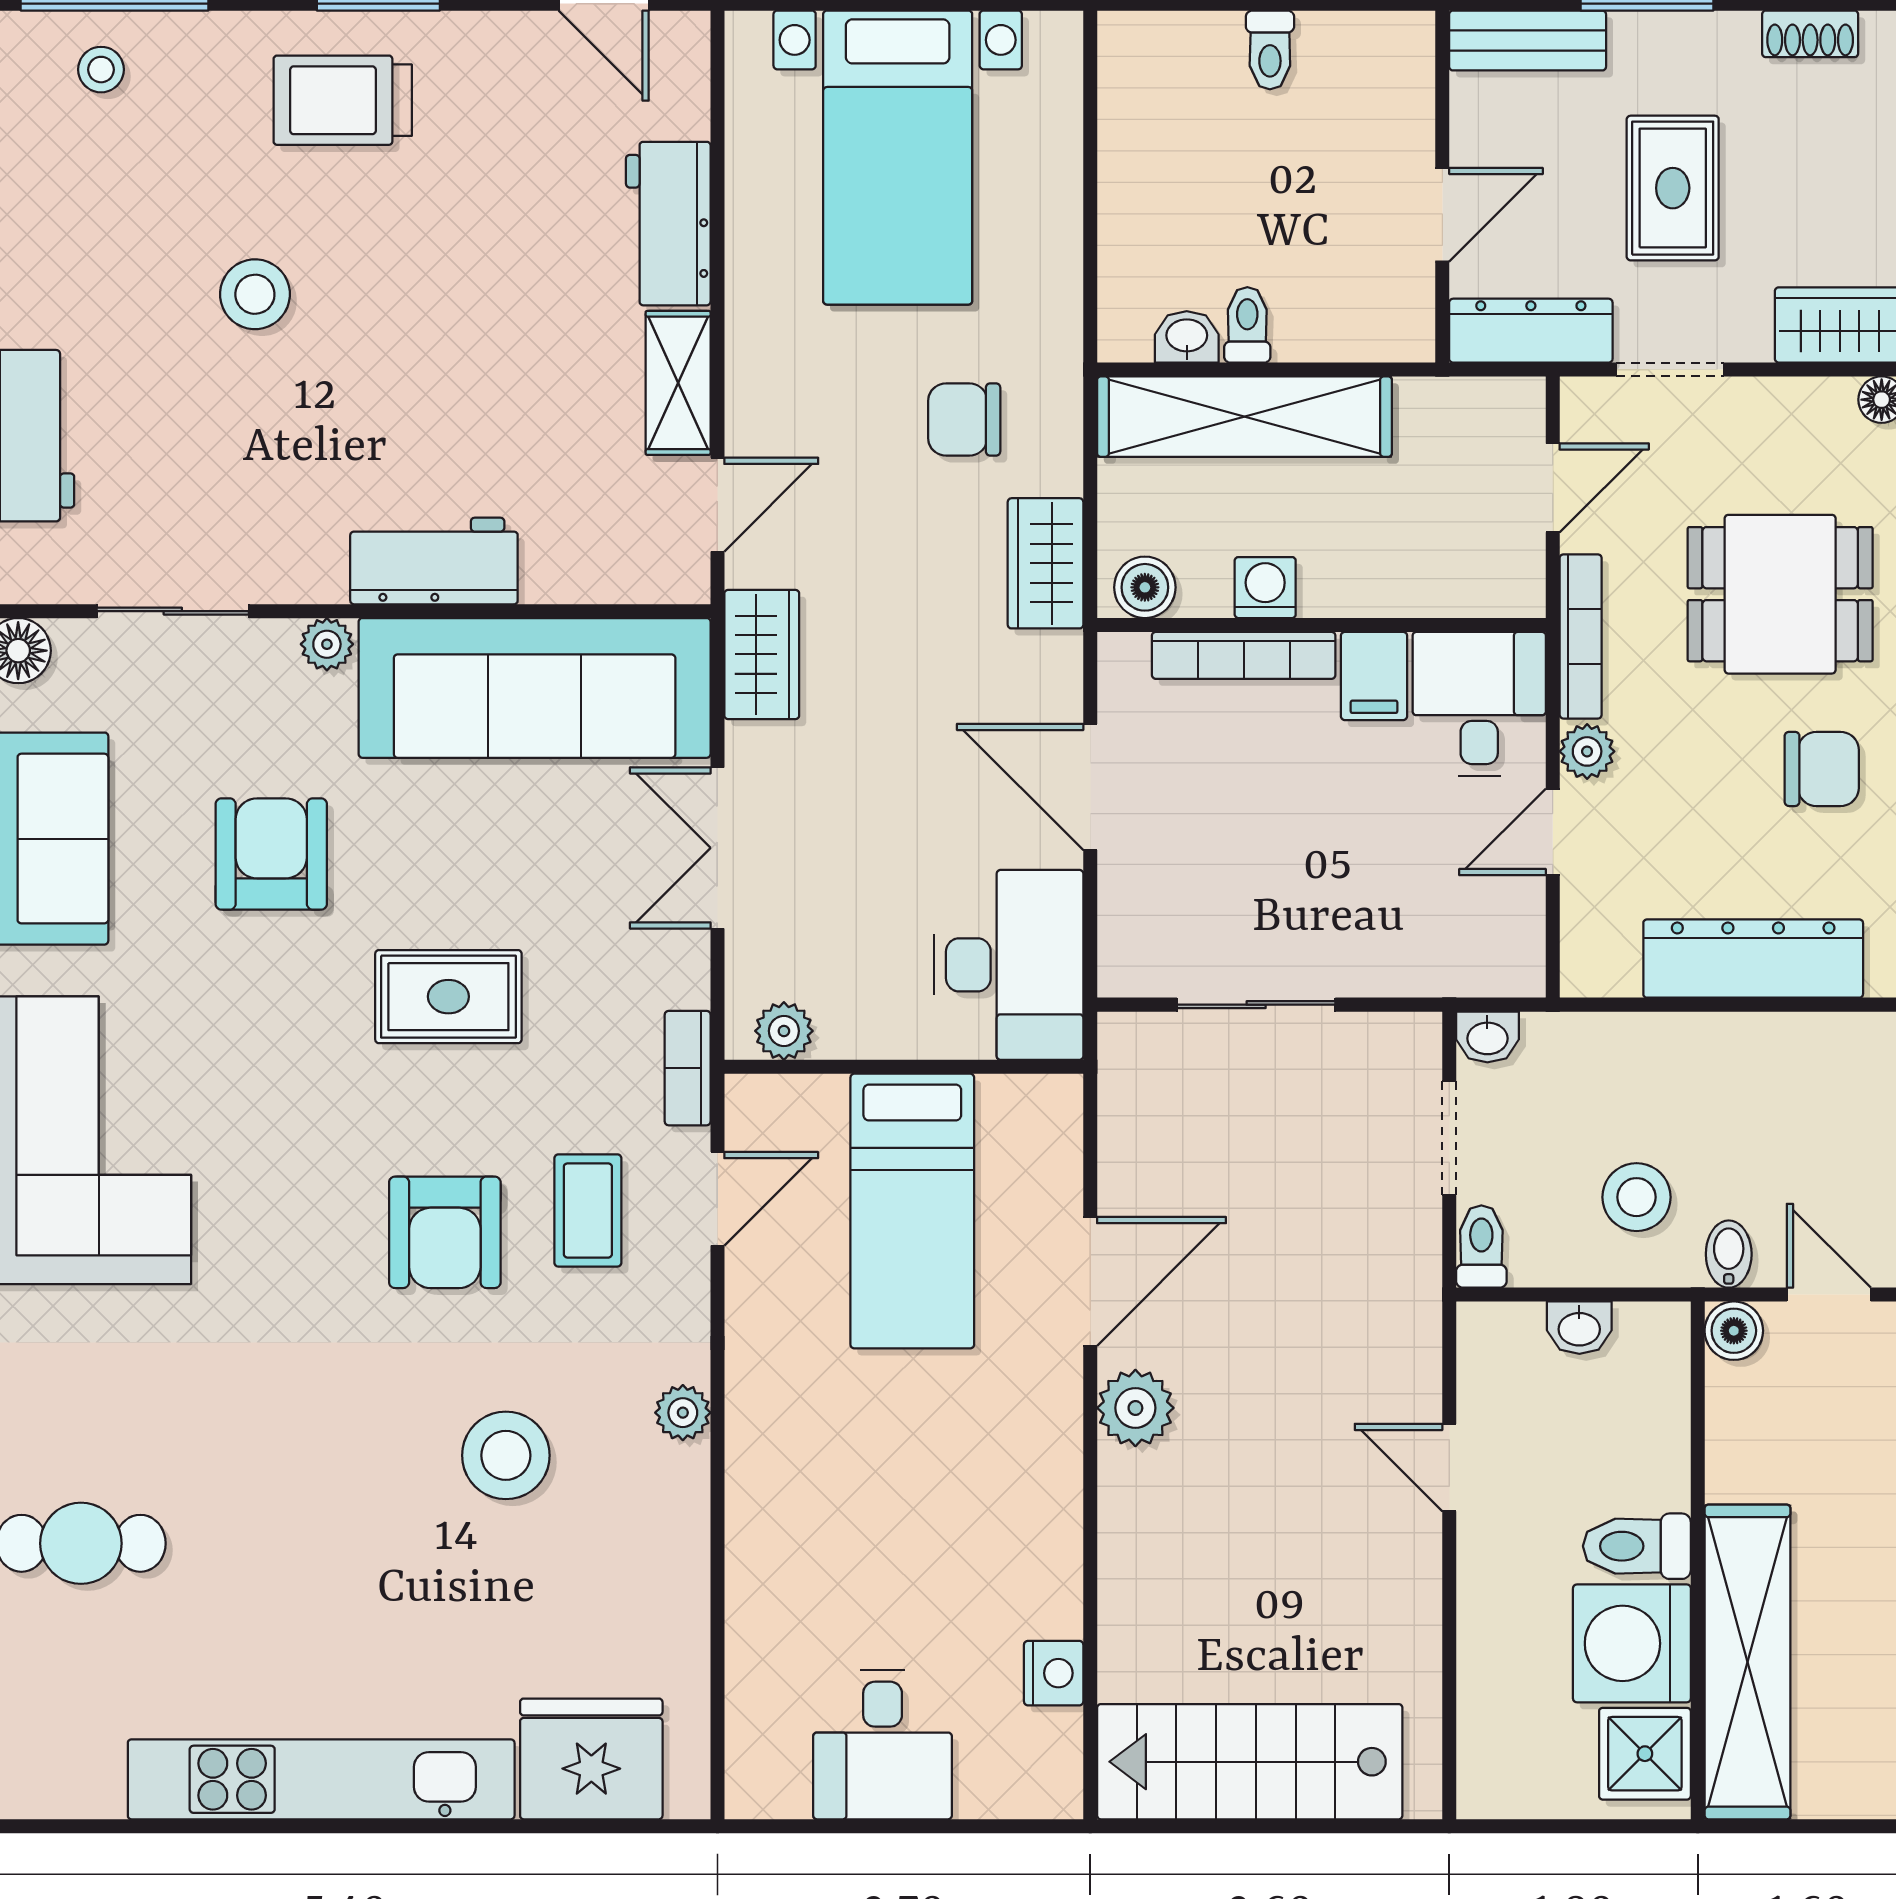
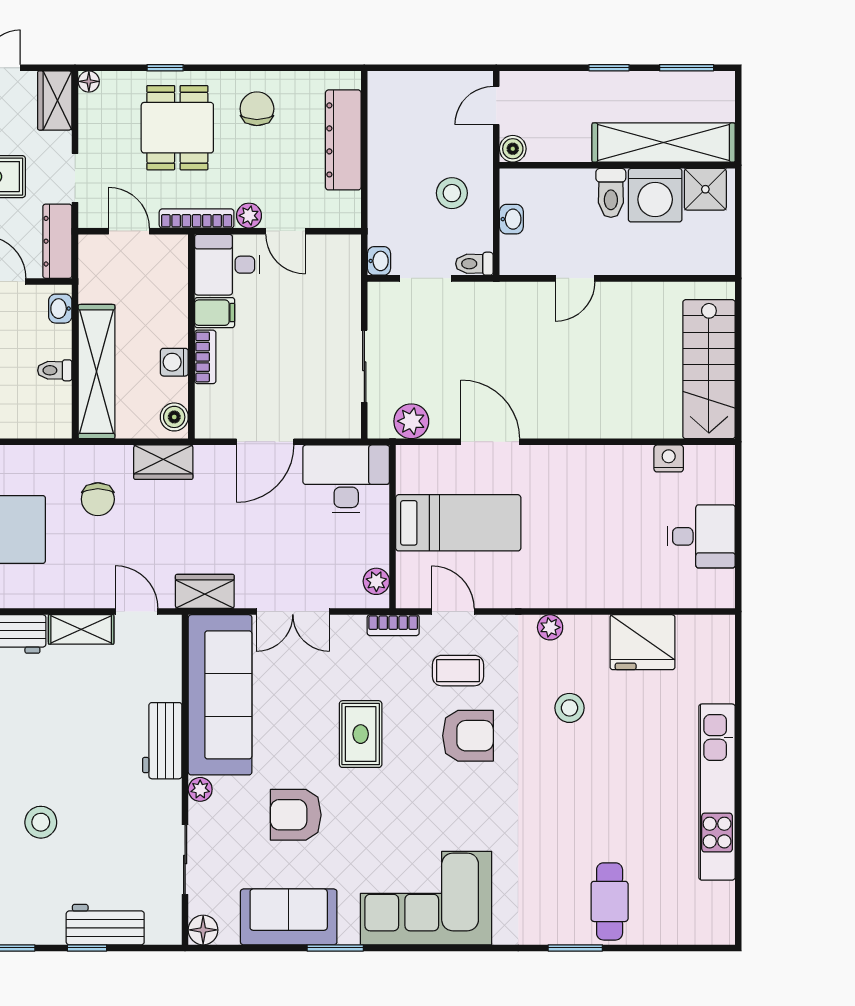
washbasin: (1187, 337) -> (60, 309), moved
bookcase: (1244, 655) -> (205, 357), width x0.64
bidet: (1729, 1254) -> (478, 151), removed
plant: (1135, 1408) -> (411, 421), moved
stool: (506, 1455) -> (570, 708), width x0.73, depth x0.73
fridge: (591, 1759) -> (642, 642), moved, turned -90

